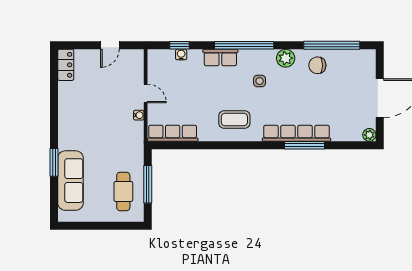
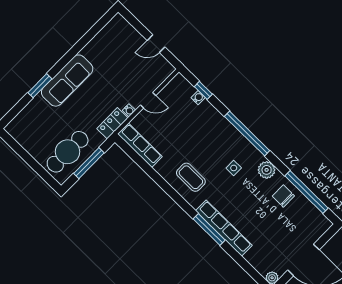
row of seats: (220, 57) -> (223, 126), removed
locker: (66, 65) -> (112, 123), moved, turned 180
door: (146, 93) -> (148, 100), hinge flipped
window: (305, 145) -> (209, 230), moved
sofa: (70, 181) -> (67, 81), moved
cafe table: (123, 191) -> (68, 152), width x1.37, depth x1.35

